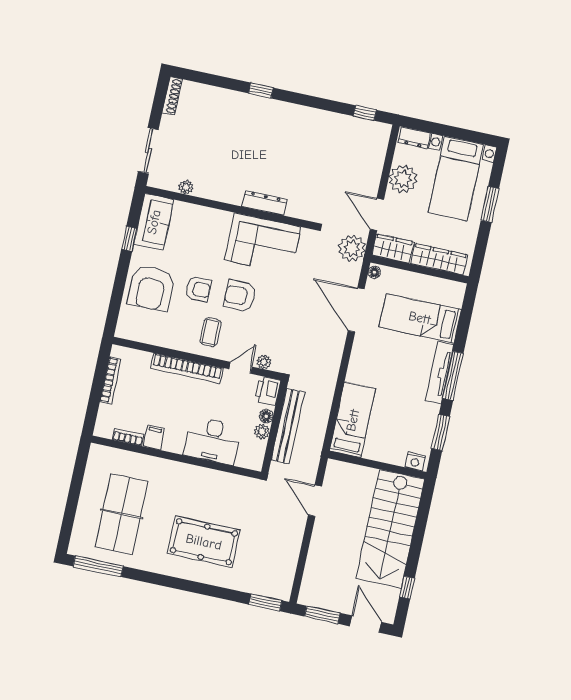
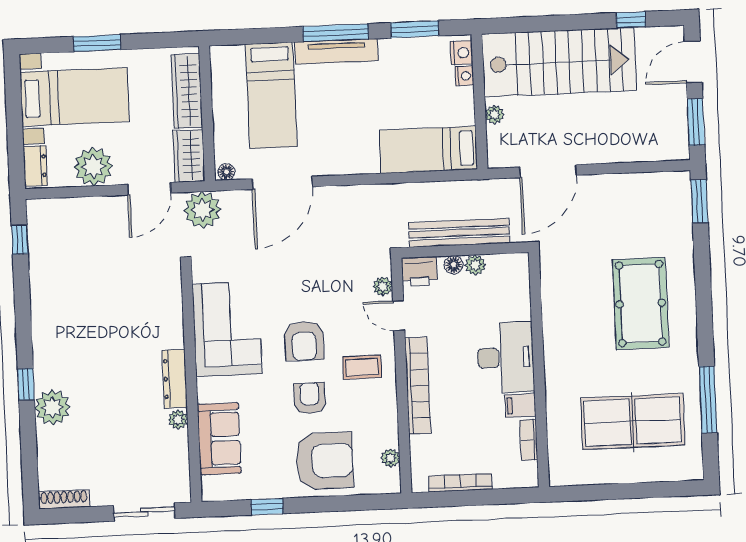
plant: (240, 105) -> (52, 407), added
plant: (186, 187) -> (178, 419), moved
dresser: (264, 203) -> (175, 379), moved
sofa: (154, 222) -> (219, 439), moved, turned 90
plant: (141, 336) -> (391, 458), added
desk: (212, 440) -> (506, 357), moved
nightstand: (398, 459) -> (464, 76), added
plant: (365, 473) -> (494, 115), added
door: (315, 501) -> (548, 171), width x1.36
window: (98, 566) -> (708, 400), moved

